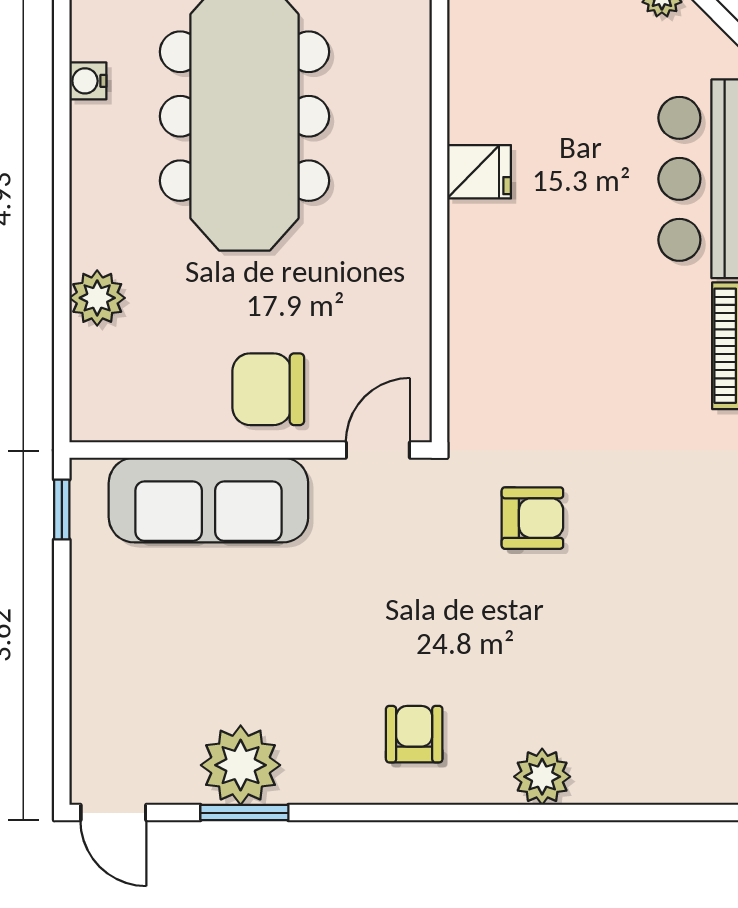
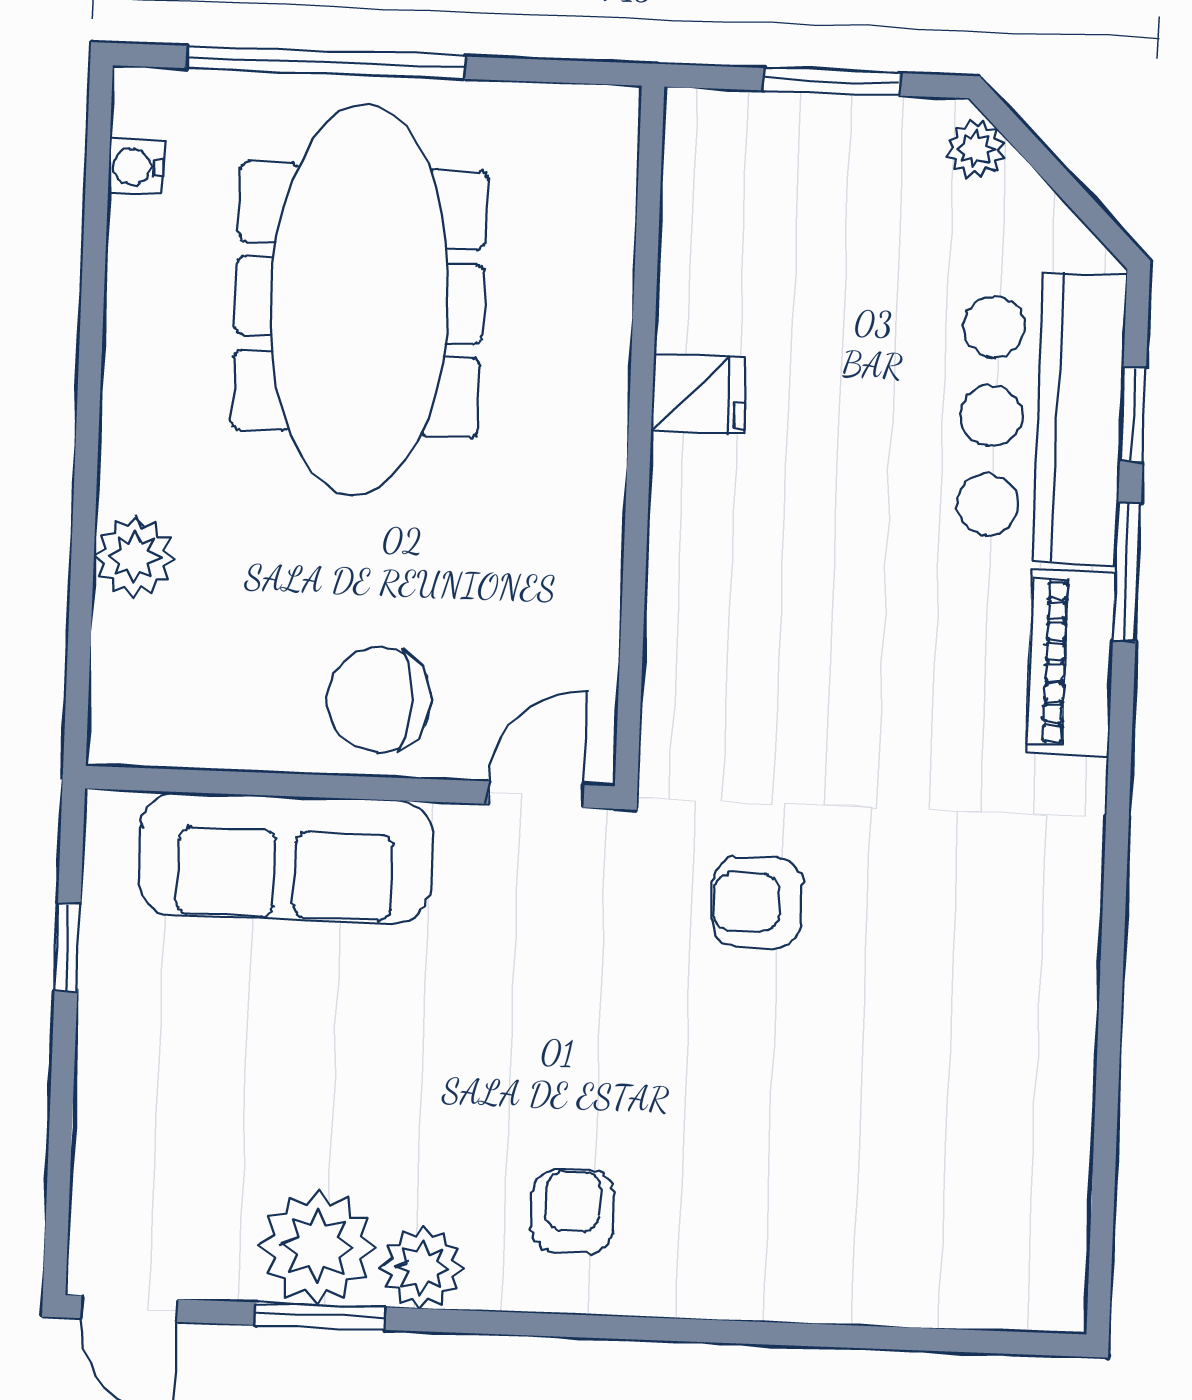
water cooler: (88, 81) -> (136, 167), moved
window: (62, 510) -> (68, 948), moved
armchair: (532, 518) -> (757, 902), turned 180
plant: (542, 777) -> (422, 1268), moved

